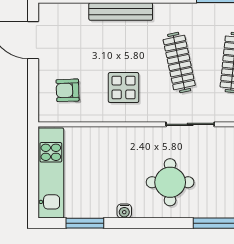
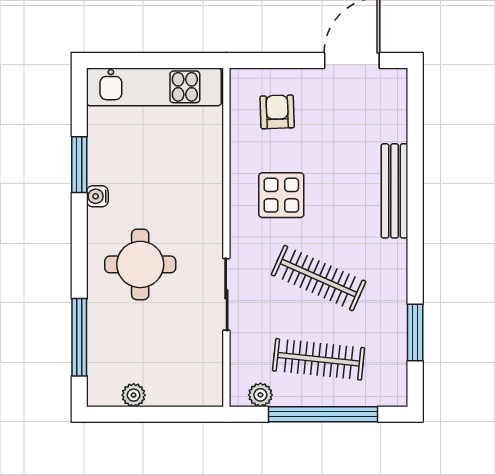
clothes rail: (179, 63) -> (319, 278), turned 36
window: (85, 223) -> (79, 165), moved

